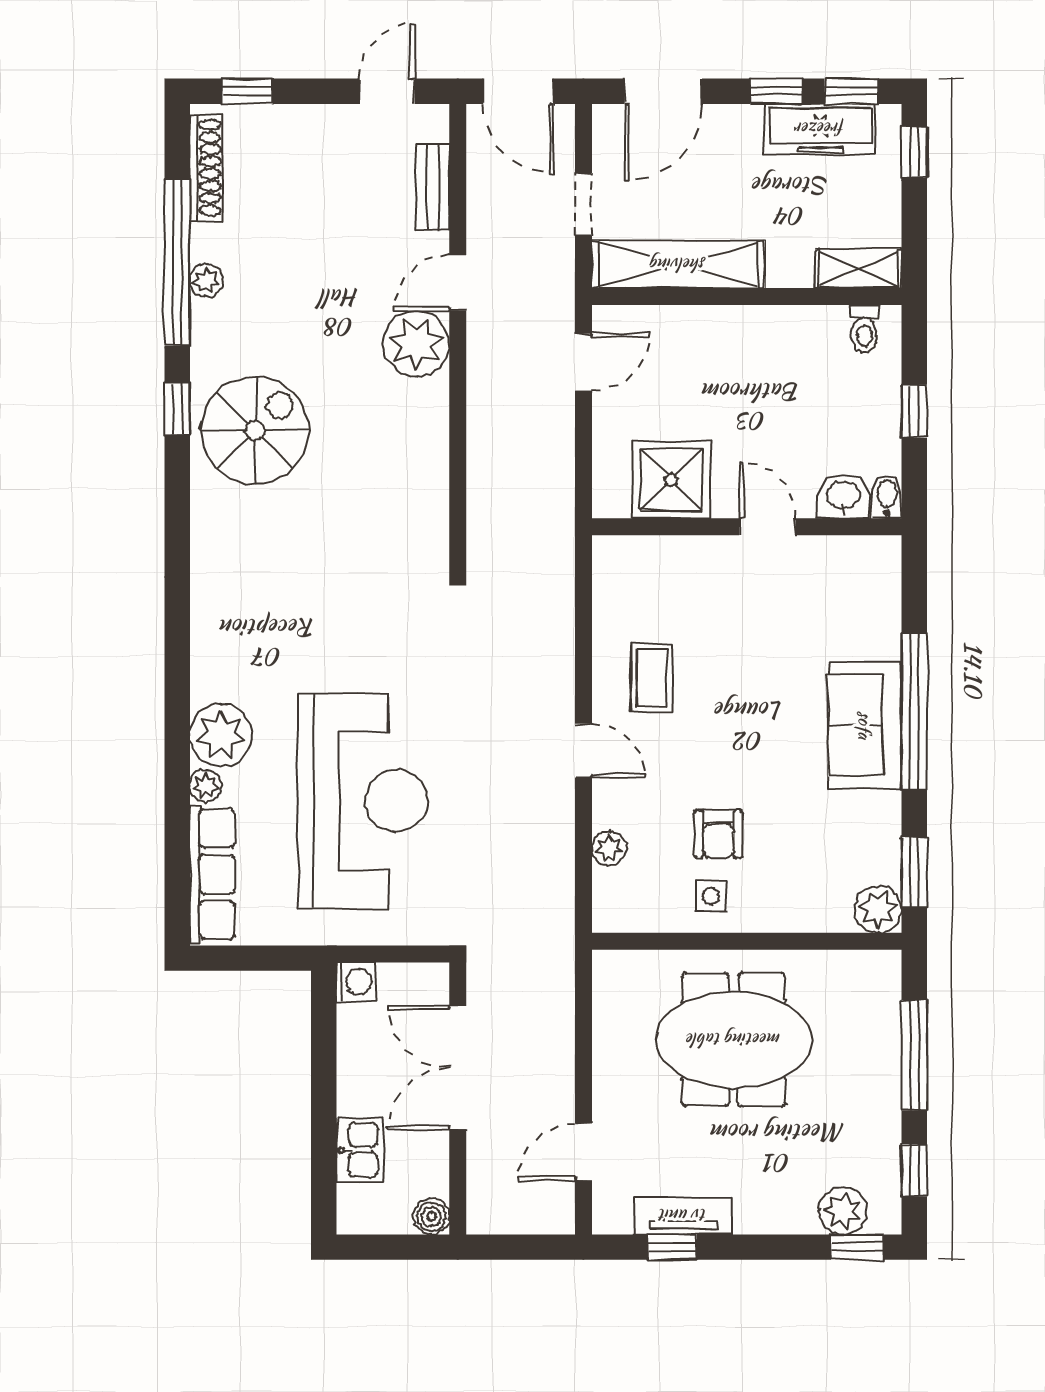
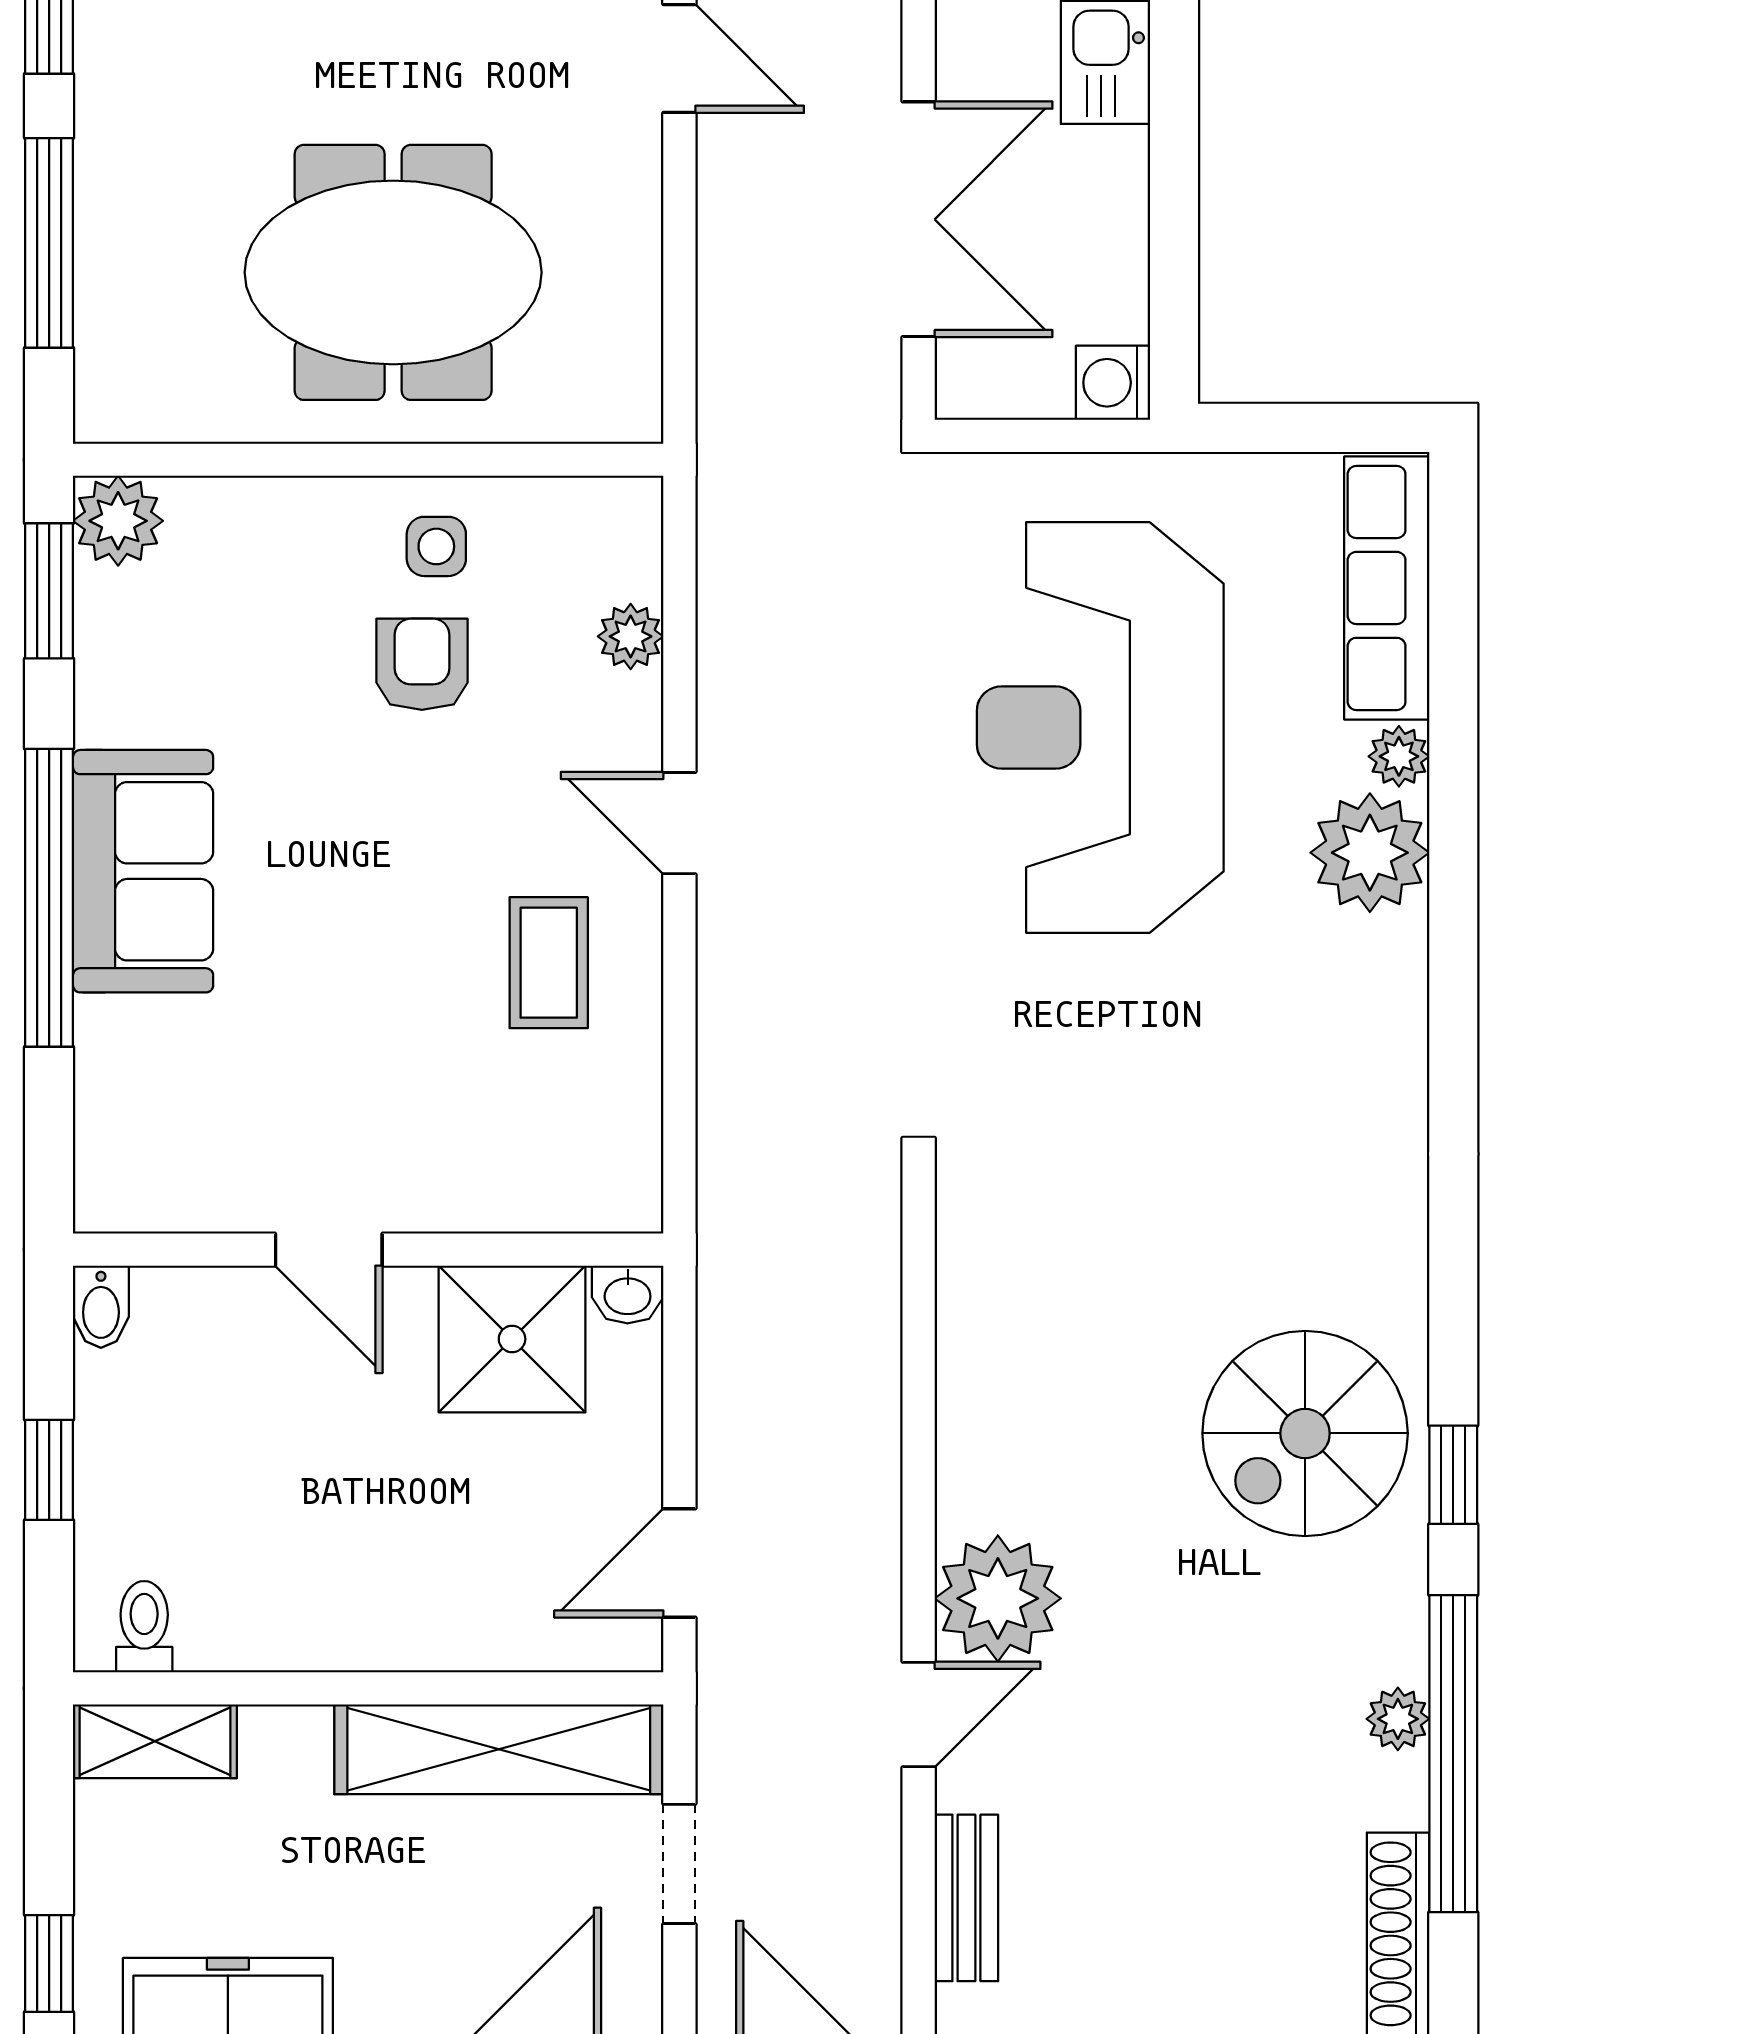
washbasin: (843, 496) -> (628, 1295), moved, width x0.72, depth x0.69
door: (583, 1152) -> (679, 59), hinge flipped

